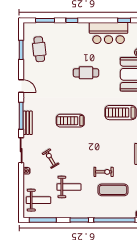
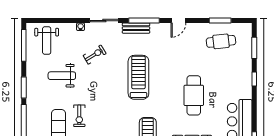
cafe table: (86, 73) -> (194, 95), width x1.37, depth x1.35
treadmill: (70, 121) -> (138, 77), width x1.37, depth x1.38
weight bench: (69, 187) -> (62, 76), turned 90

